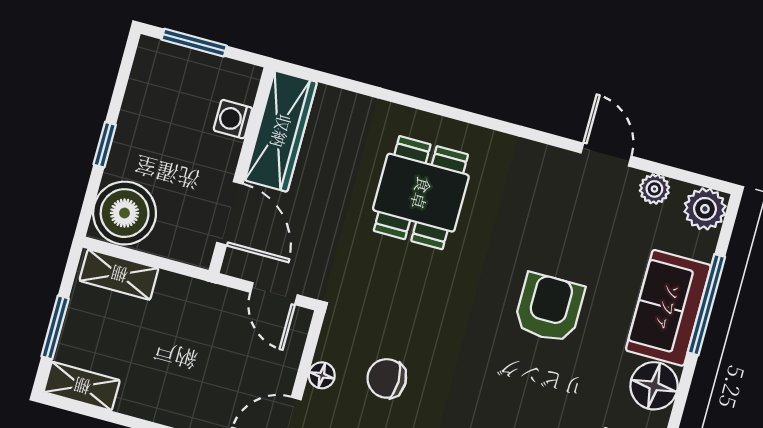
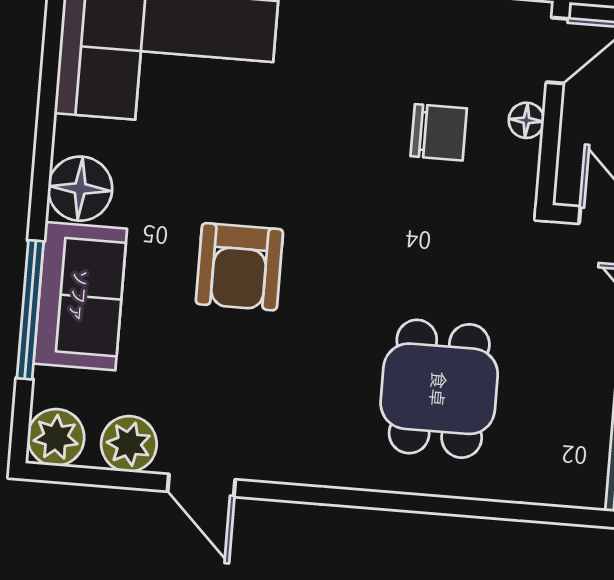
plant: (654, 189) -> (129, 444), width x1.38, depth x1.38

